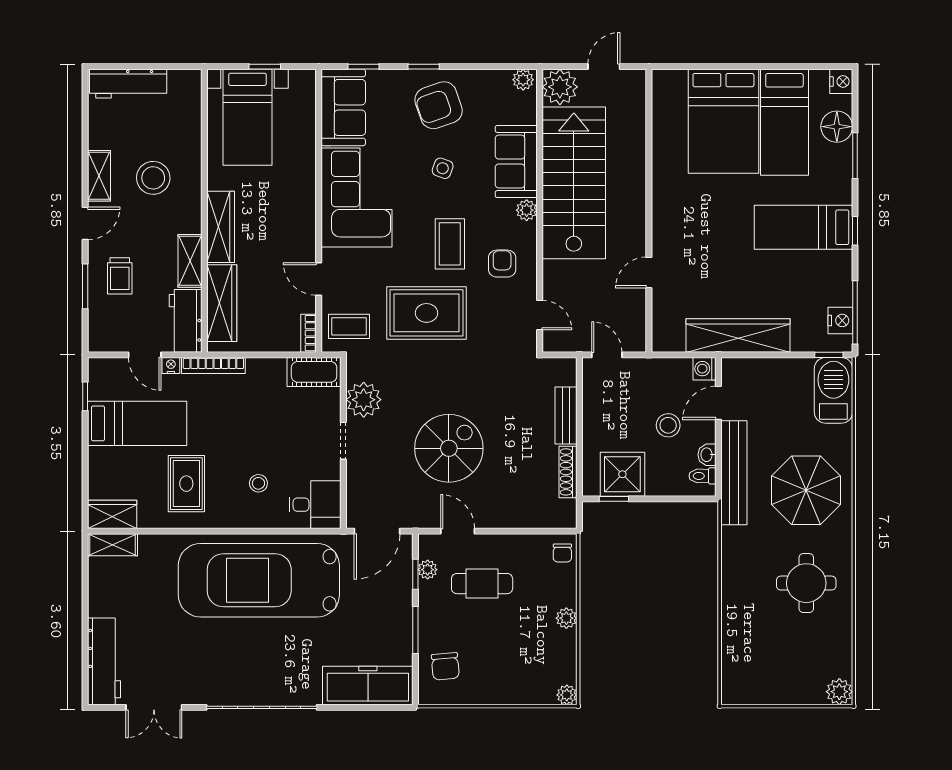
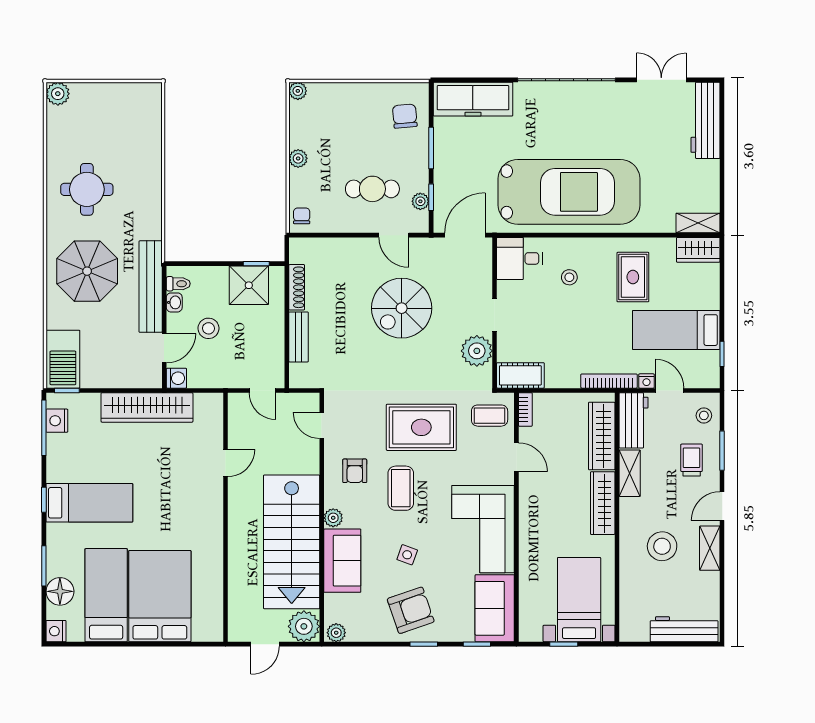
stool: (106, 326) -> (704, 415), added

